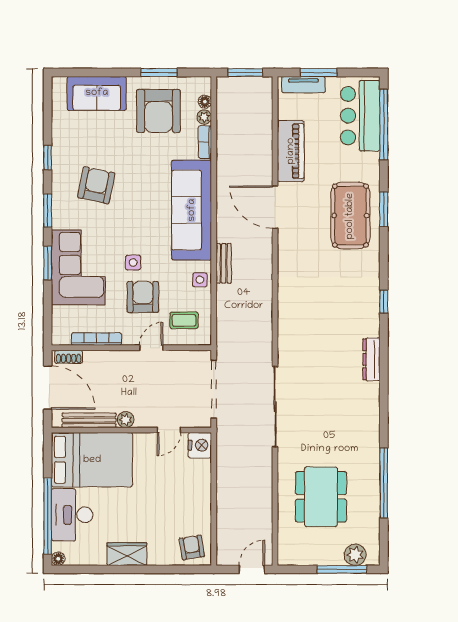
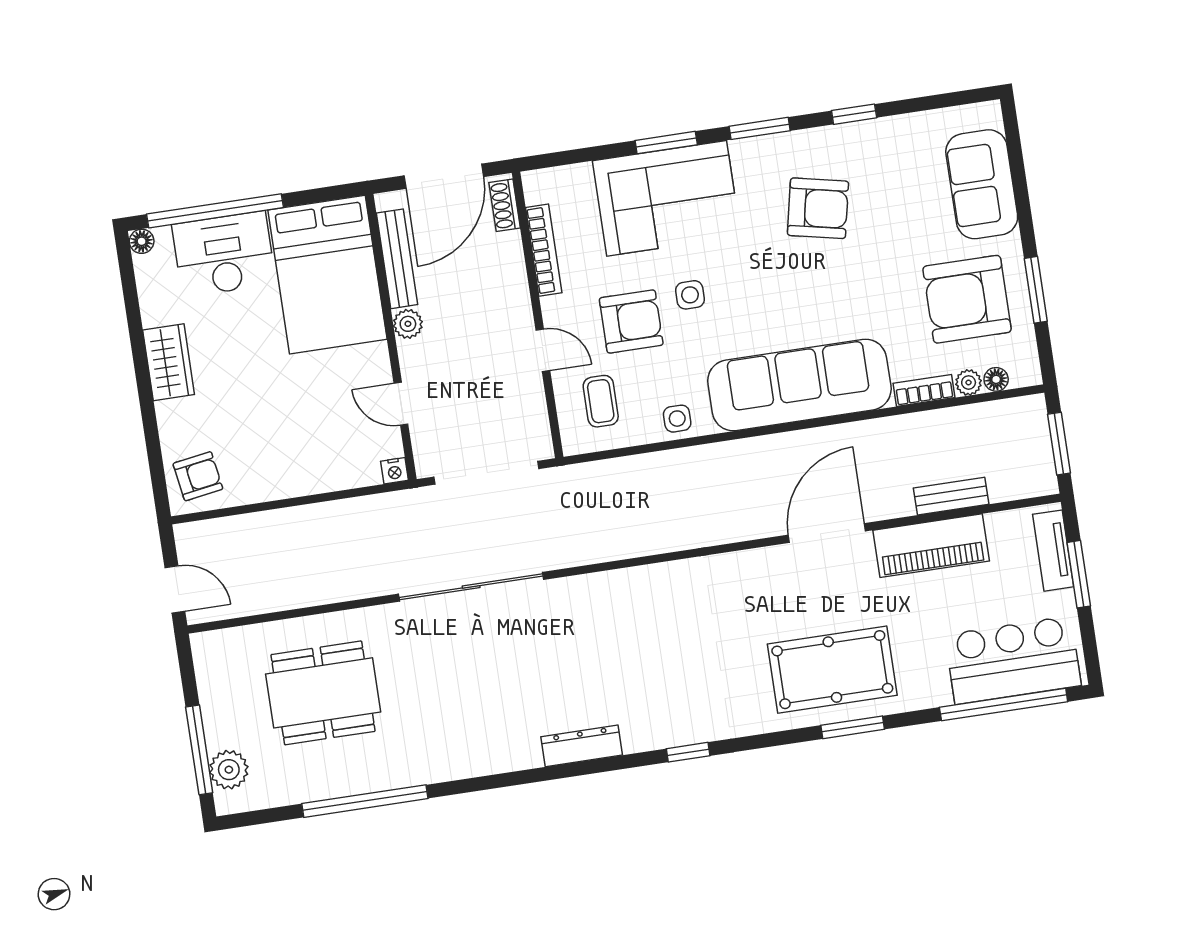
bench: (224, 263) -> (951, 496), moved
nightstand: (200, 445) -> (394, 471), width x0.53, depth x0.56

